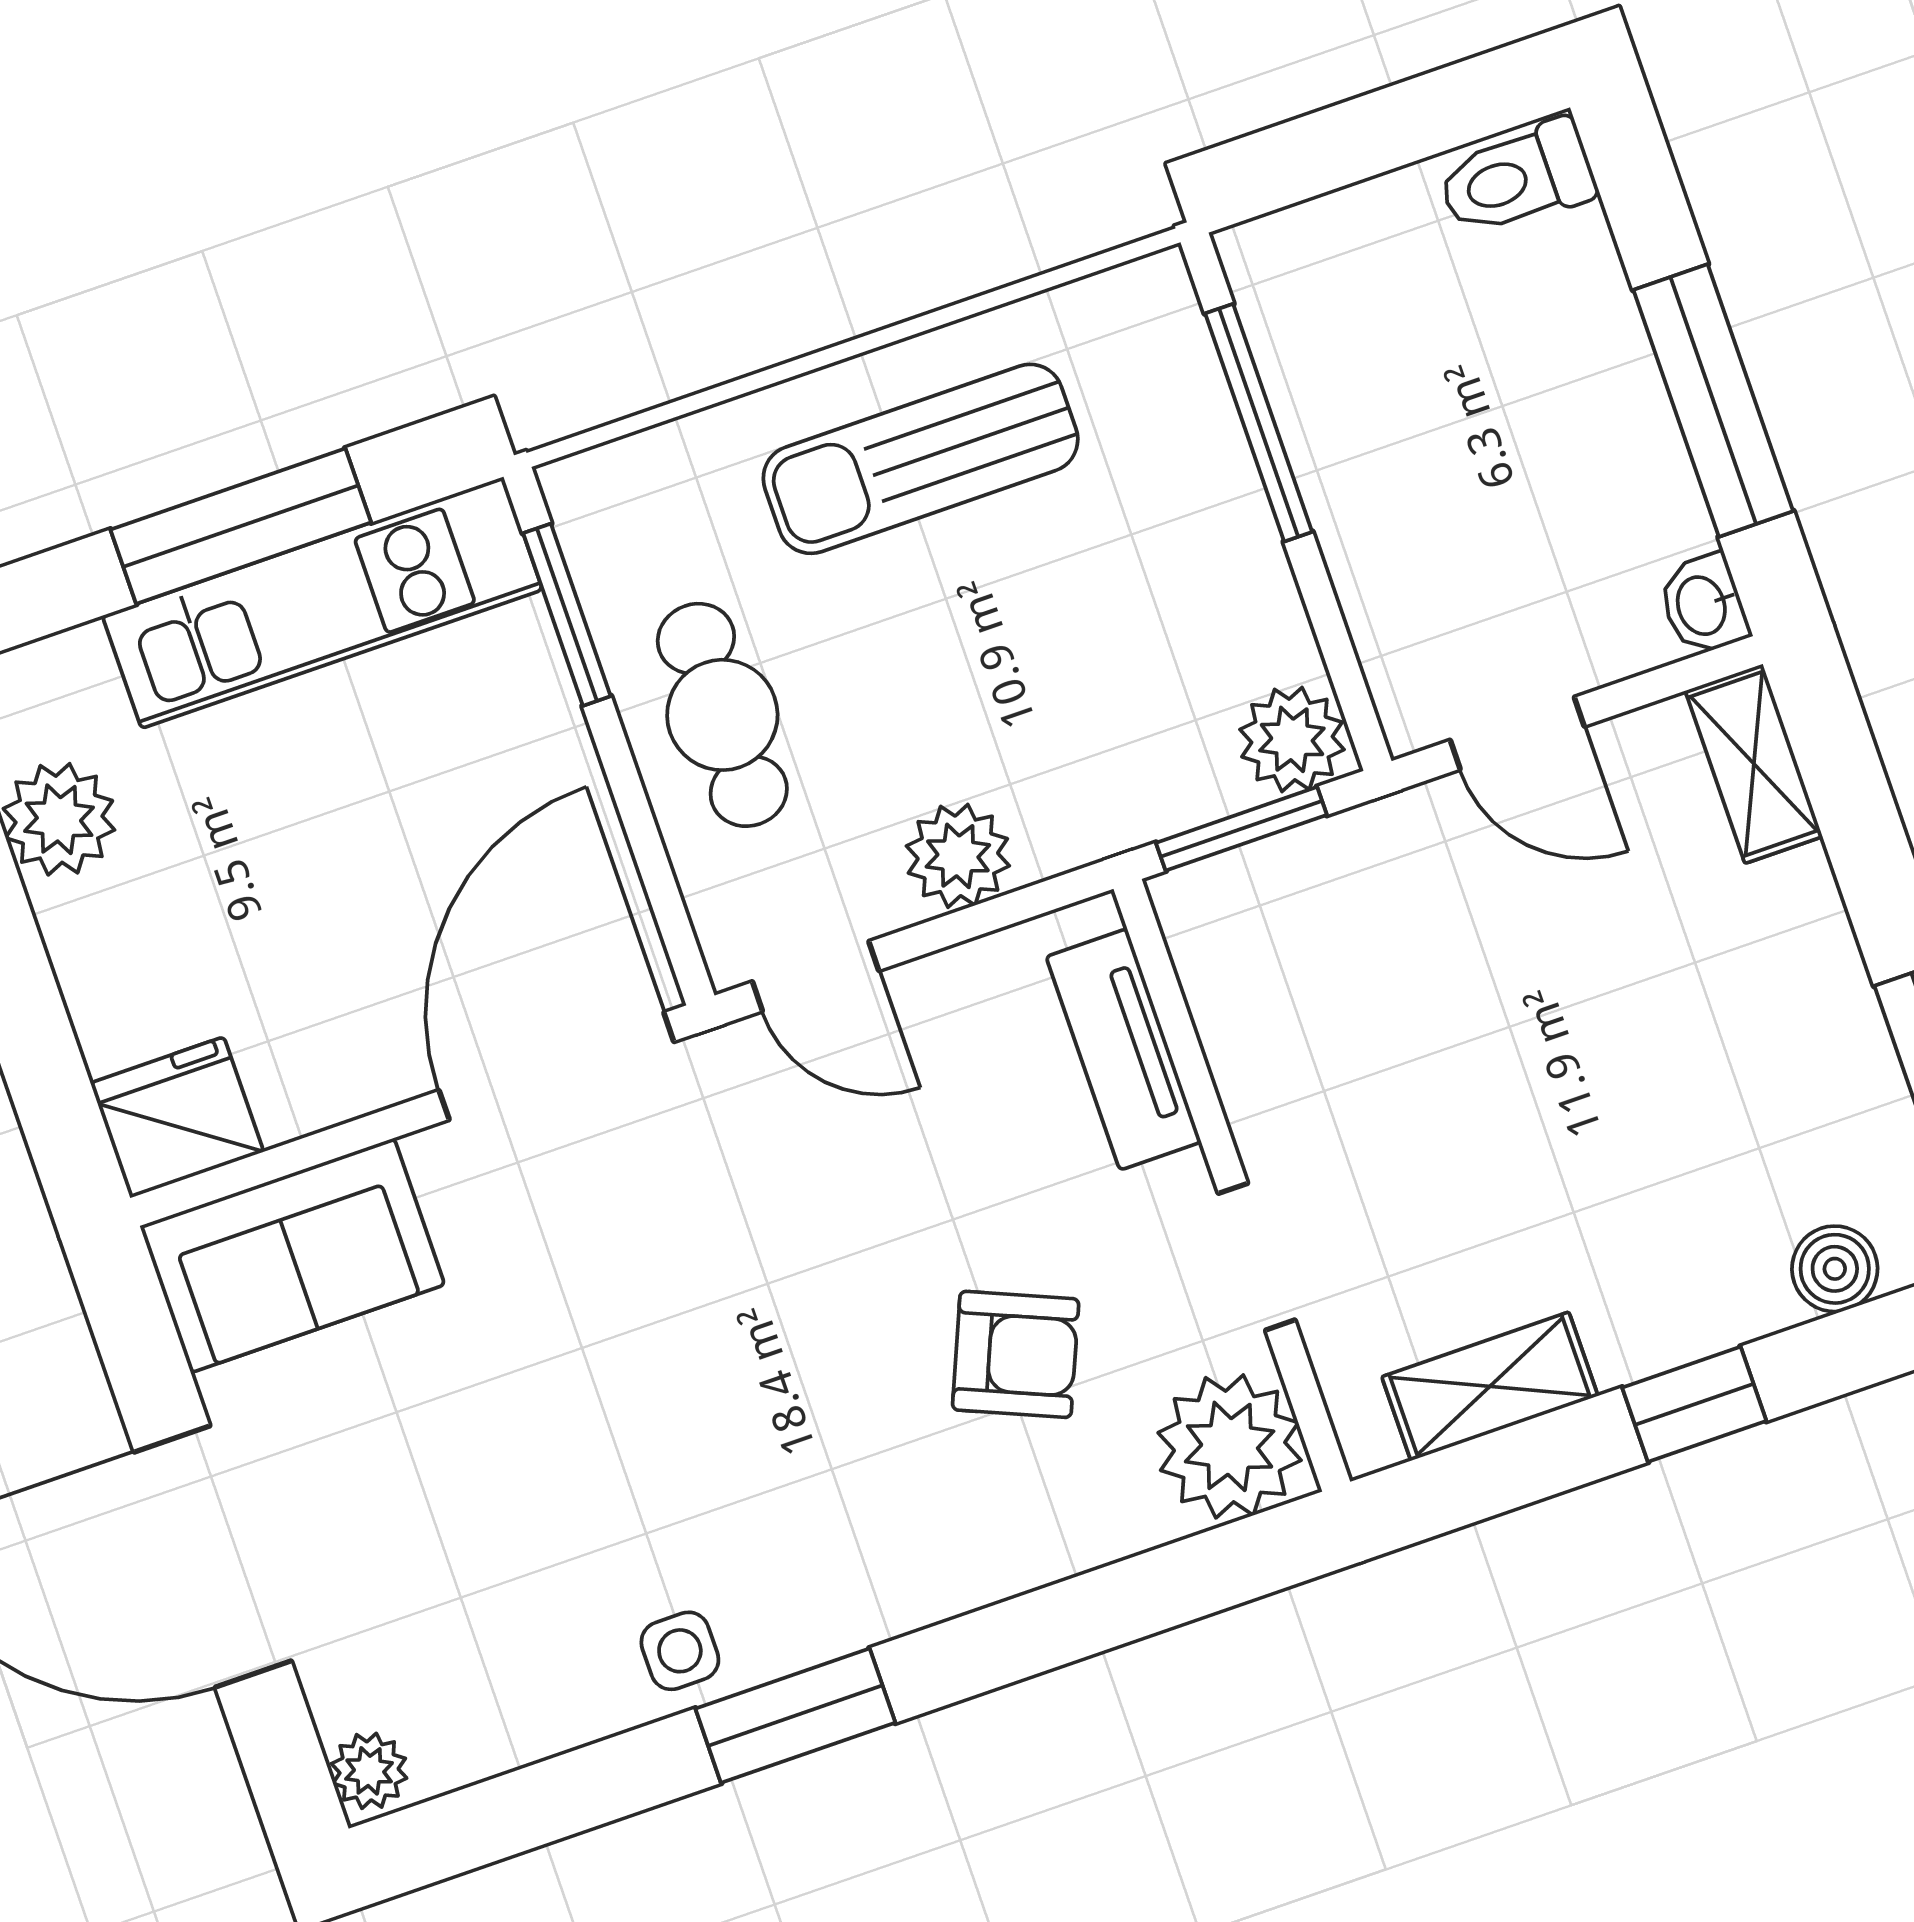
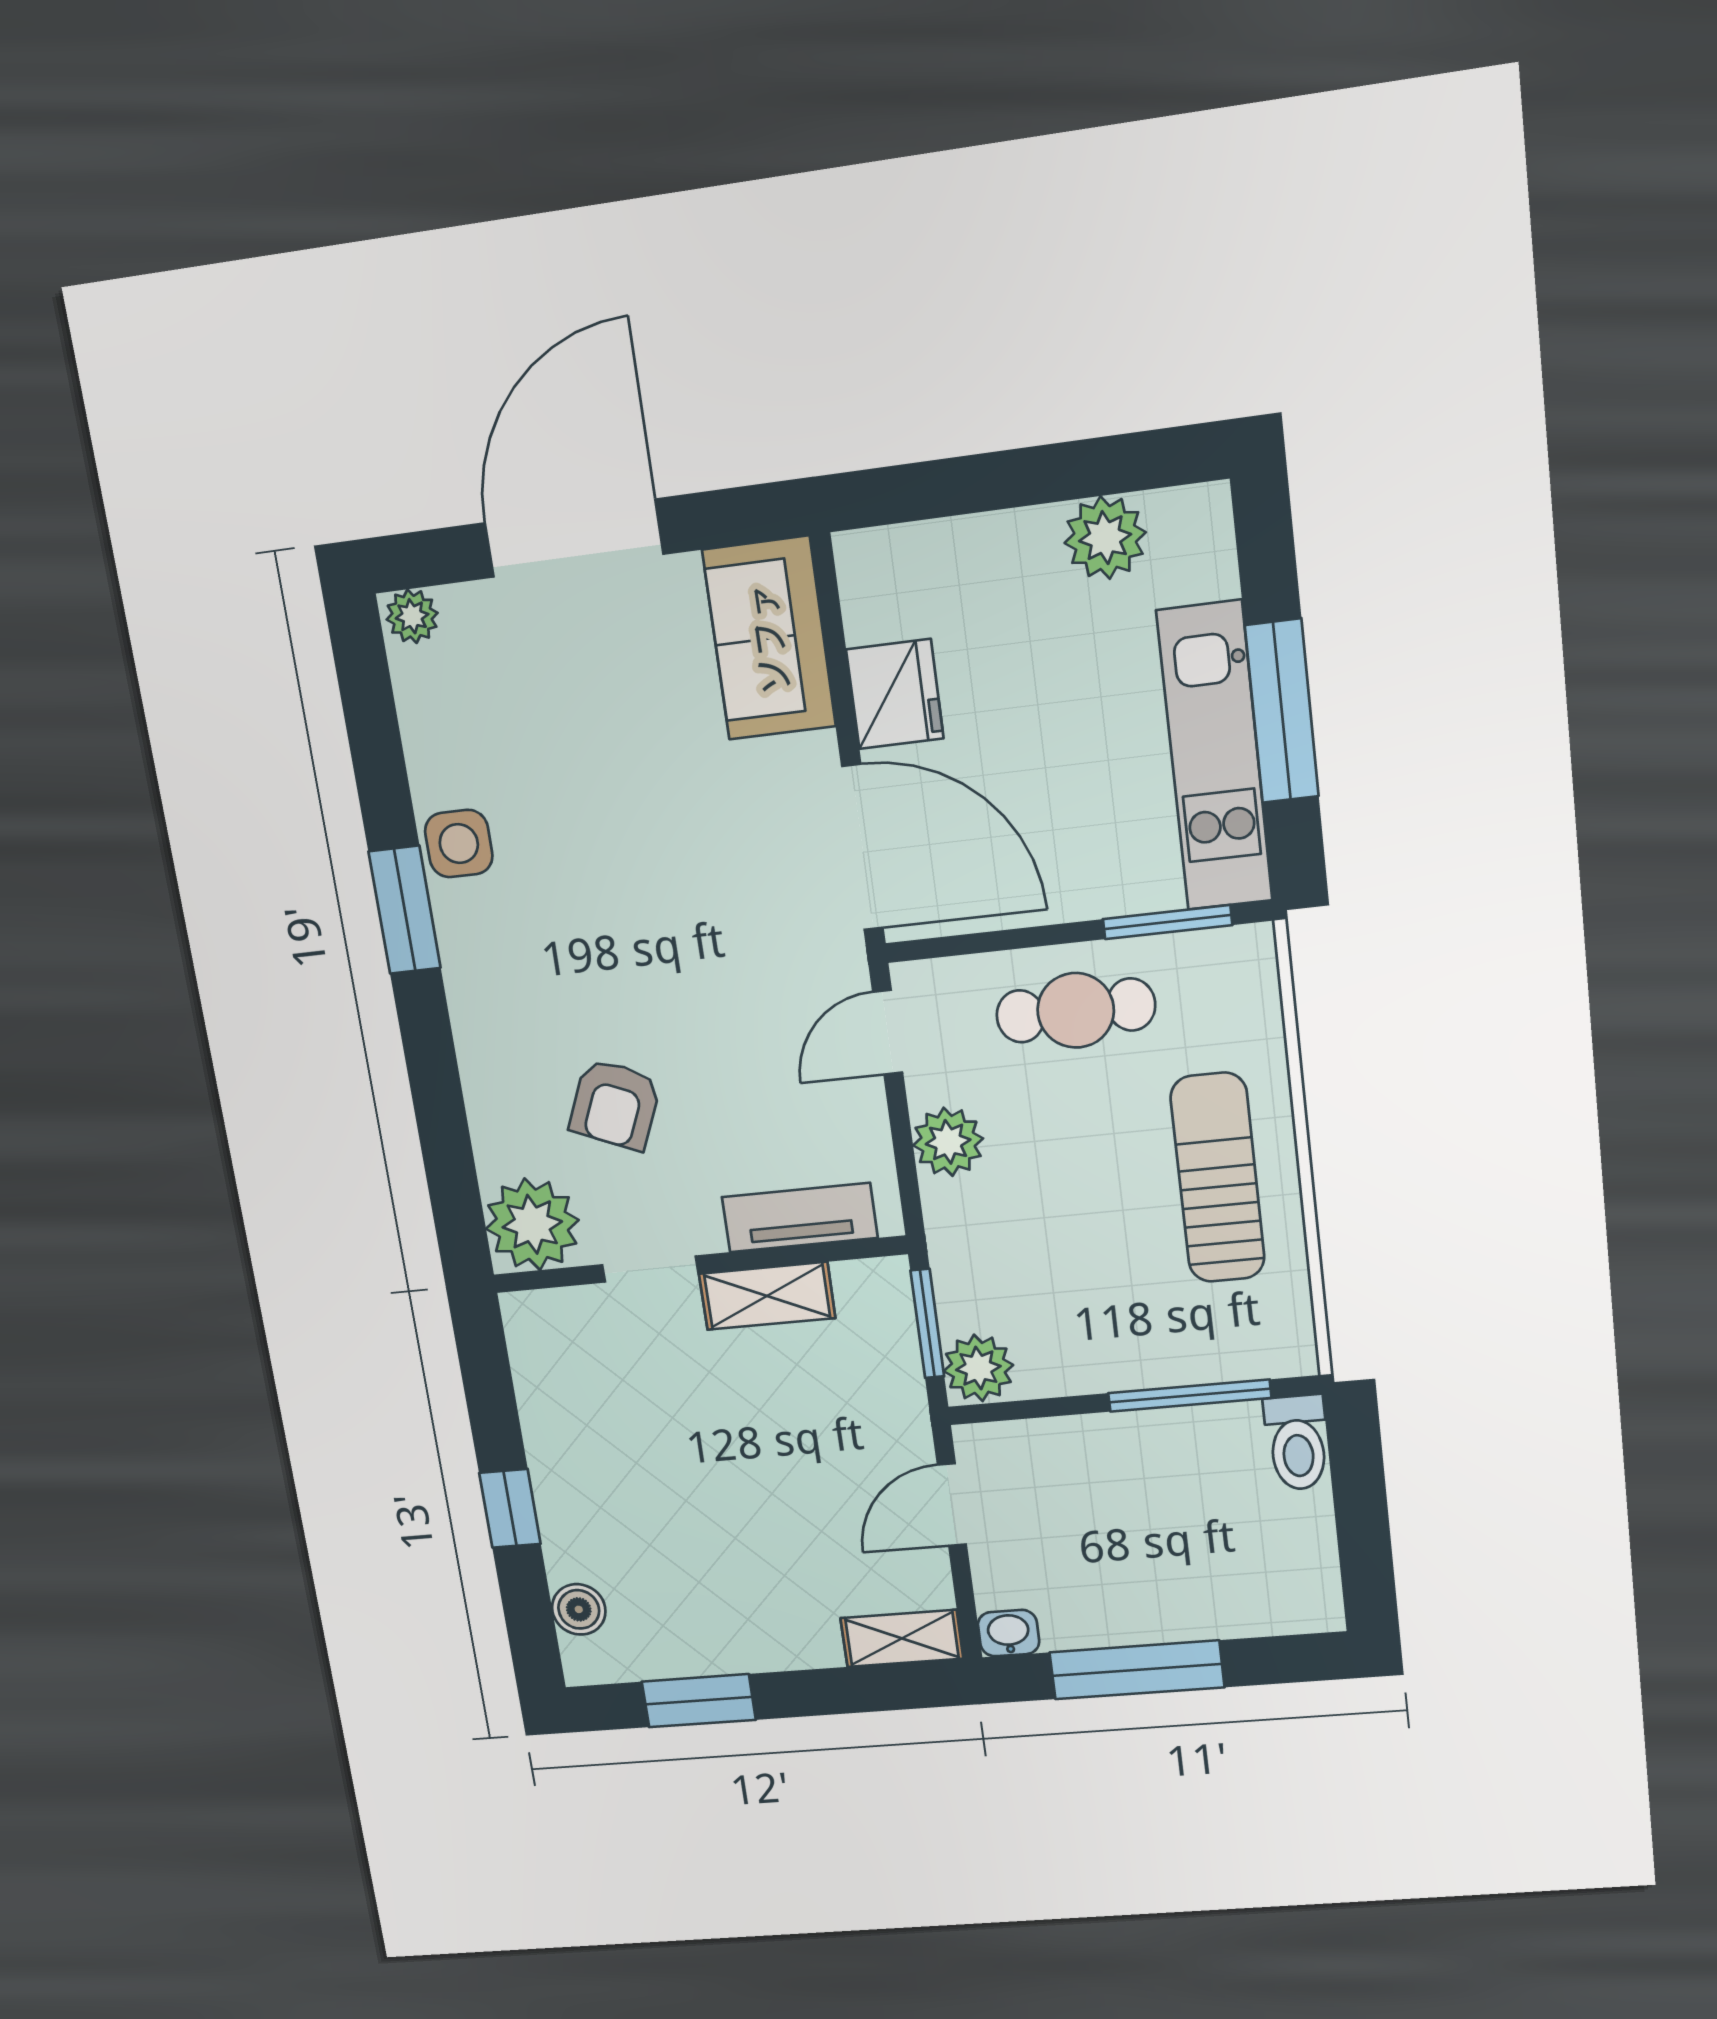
toilet: (1517, 178) -> (1297, 1443), moved, turned 180
fridge: (177, 1117) -> (895, 694), moved
shelving: (1490, 1386) -> (767, 1296), moved, turned 90
side table: (680, 1651) -> (459, 844), width x1.37, depth x1.37

